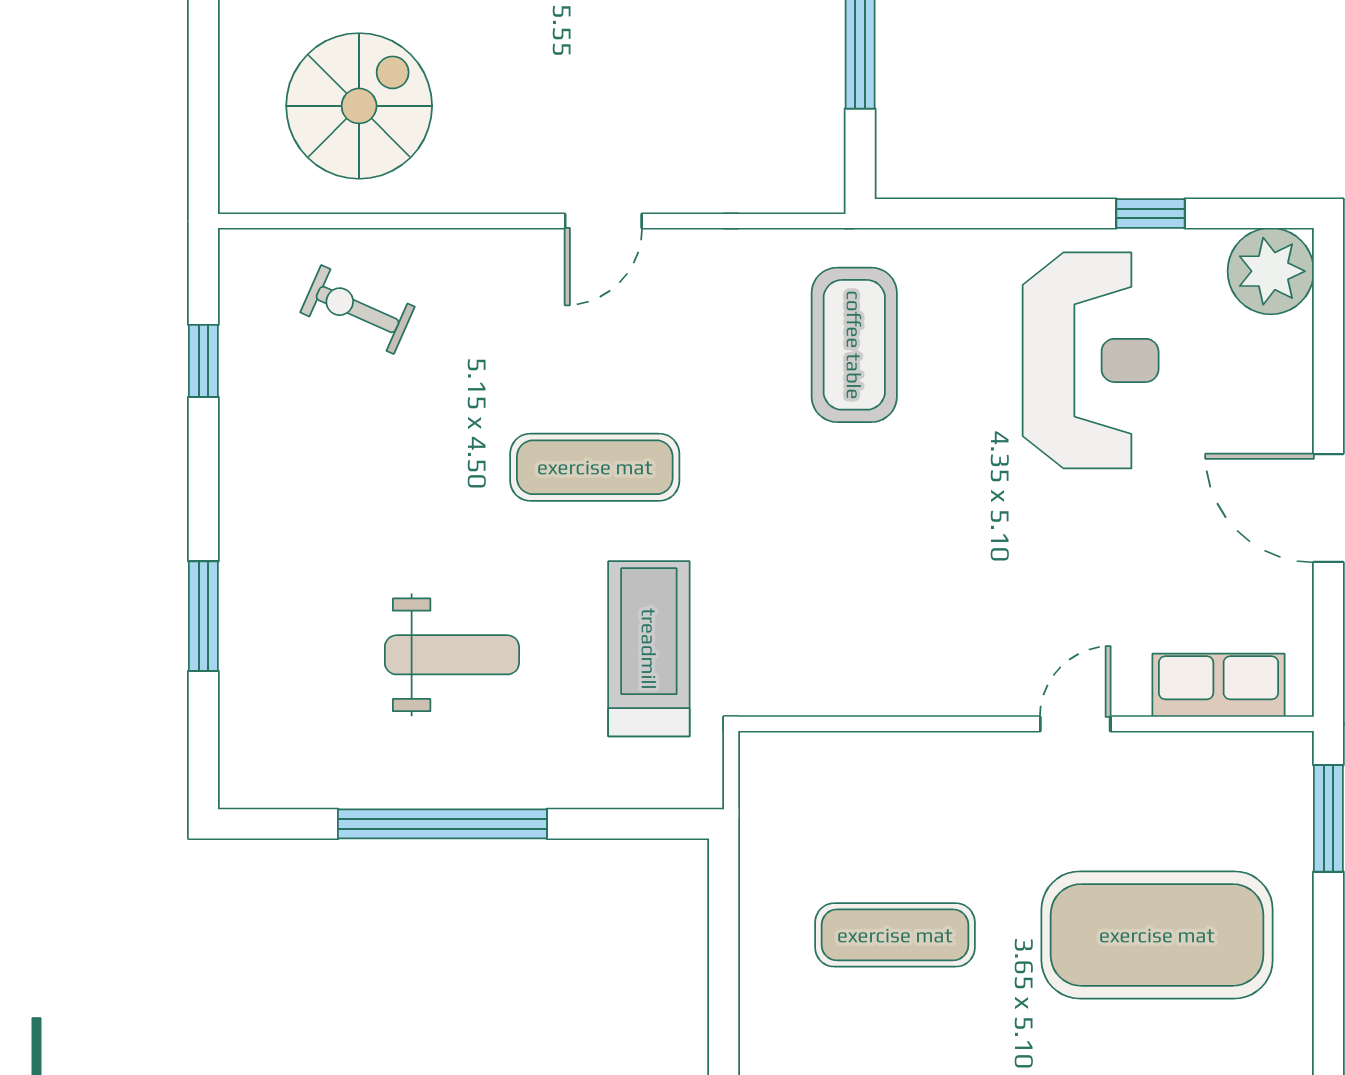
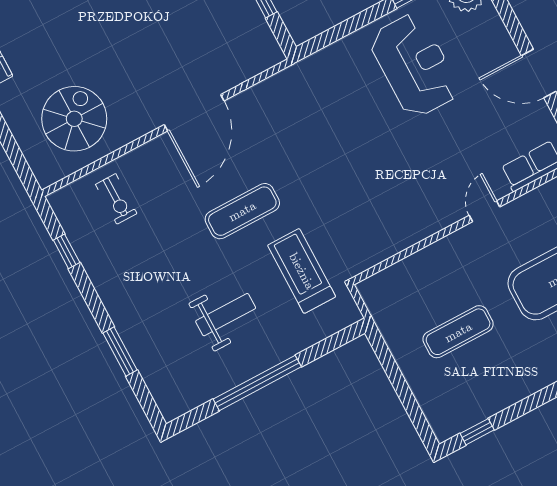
door: (603, 221) -> (194, 113), width x1.87
exercise bike: (358, 310) -> (116, 199), turned -114
coffee table: (854, 345) -> (318, 109), removed

